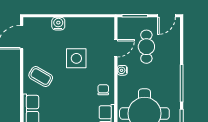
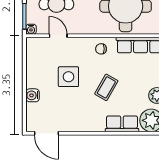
water cooler: (122, 70) -> (31, 29), moved
coffee table: (41, 77) -> (106, 87), moved

